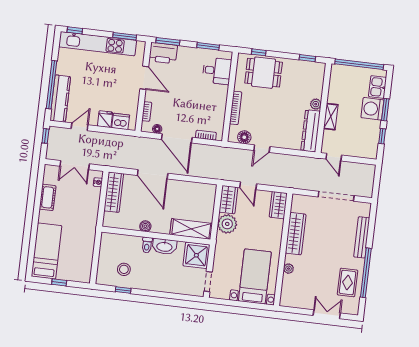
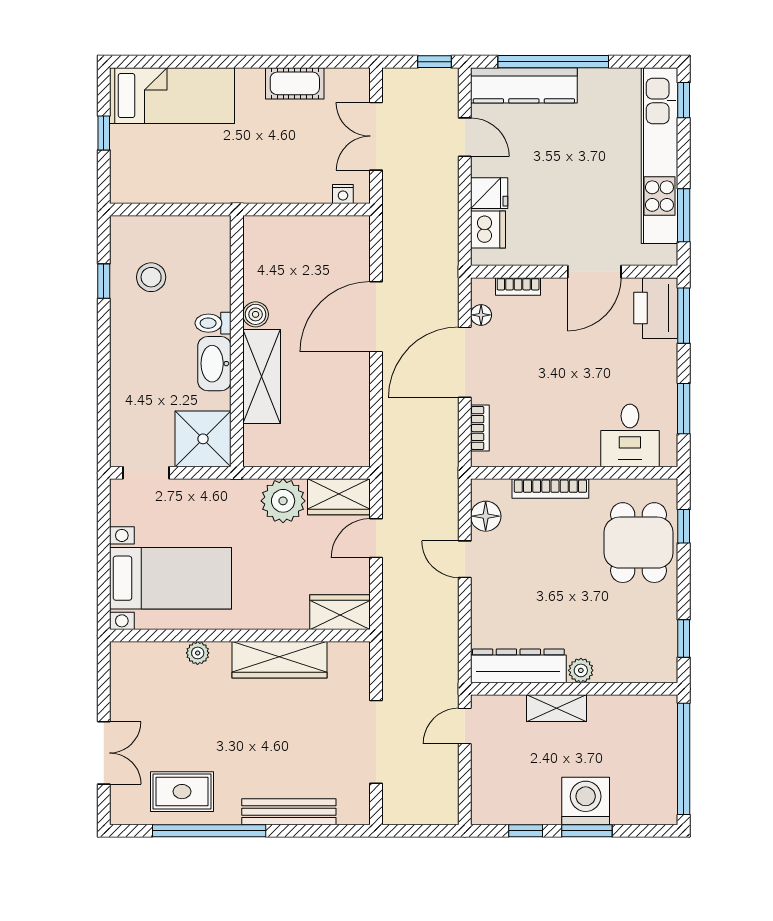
kitchen sink: (378, 87) -> (637, 807), removed
wardrobe: (114, 192) -> (325, 233), removed
shelving: (191, 229) -> (262, 377), moved

